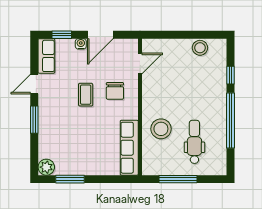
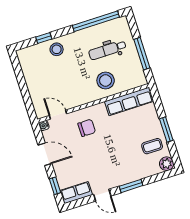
water cooler: (81, 44) -> (44, 126), moved
stool: (200, 48) -> (57, 49), moved
coffee table: (86, 95) -> (152, 146), moved
window: (231, 121) -> (96, 21), moved
window: (70, 179) -> (166, 130), moved

